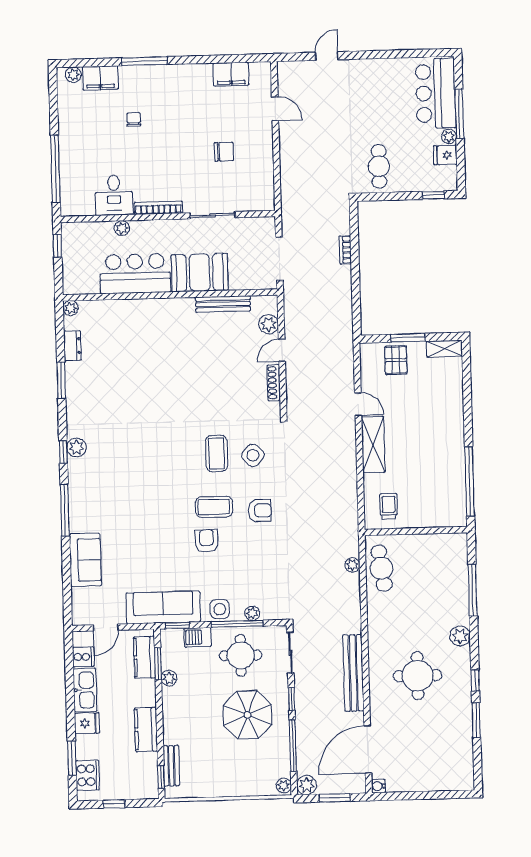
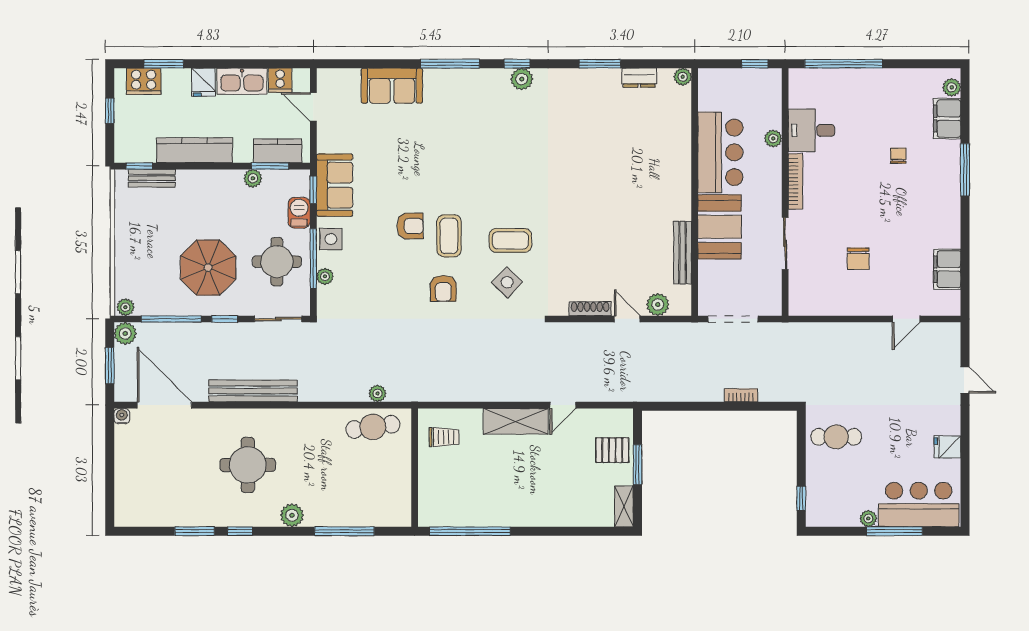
chair: (134, 119) -> (898, 156), turned -90
fridge: (445, 155) -> (947, 447), moved, turned -90
sofa: (163, 607) -> (335, 185), width x0.73
kitchen counter: (146, 729) -> (195, 150), width x1.50

